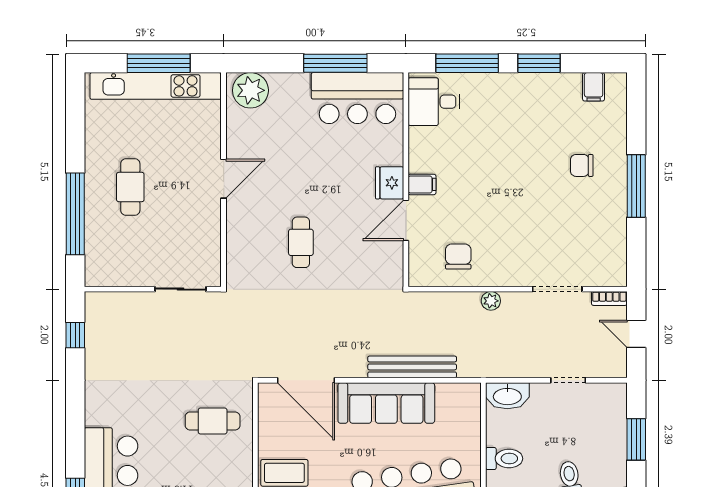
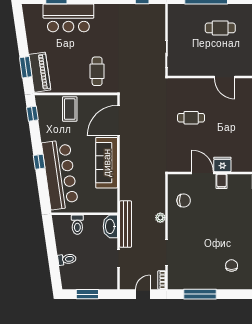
window: (636, 186) -> (200, 294), moved
bench: (412, 367) -> (126, 224), moved

